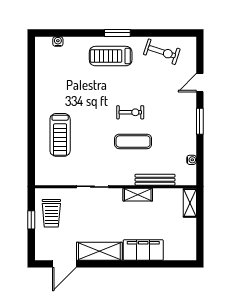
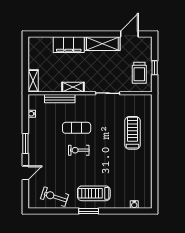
treadmill: (111, 56) -> (94, 193), turned 180
trolley: (51, 213) -> (139, 73), turned 180

